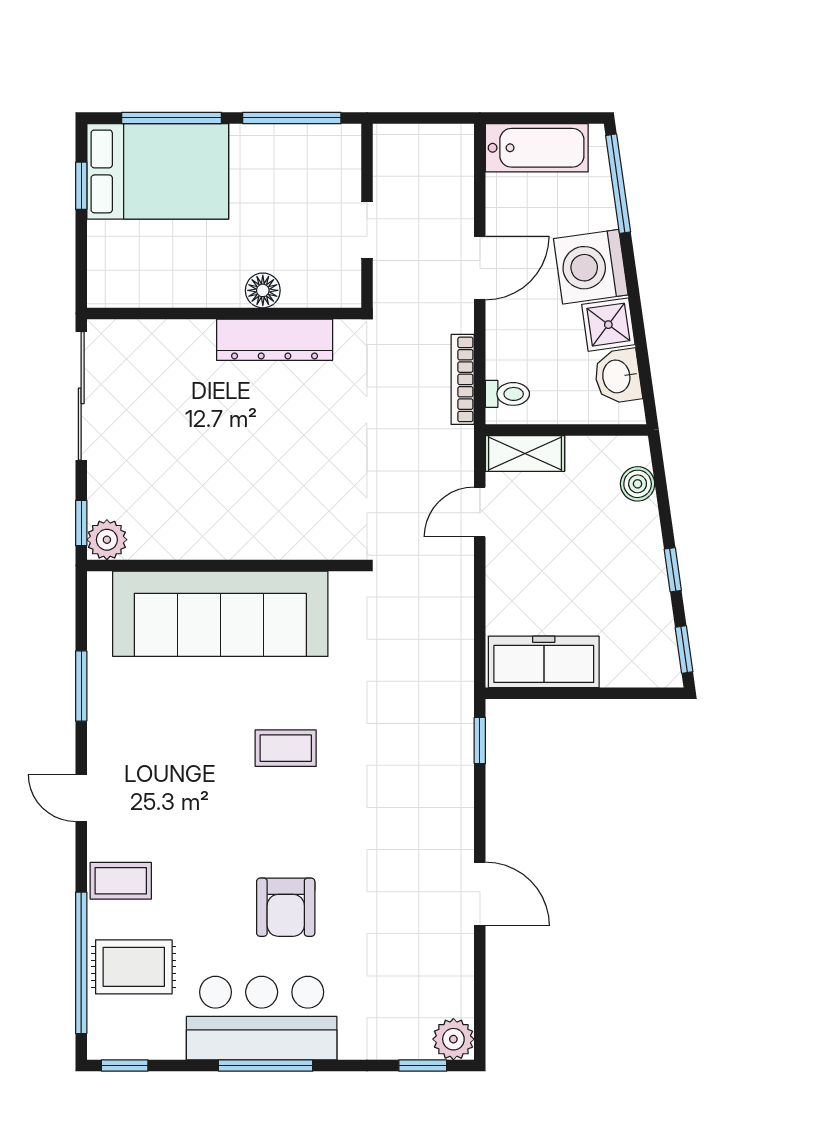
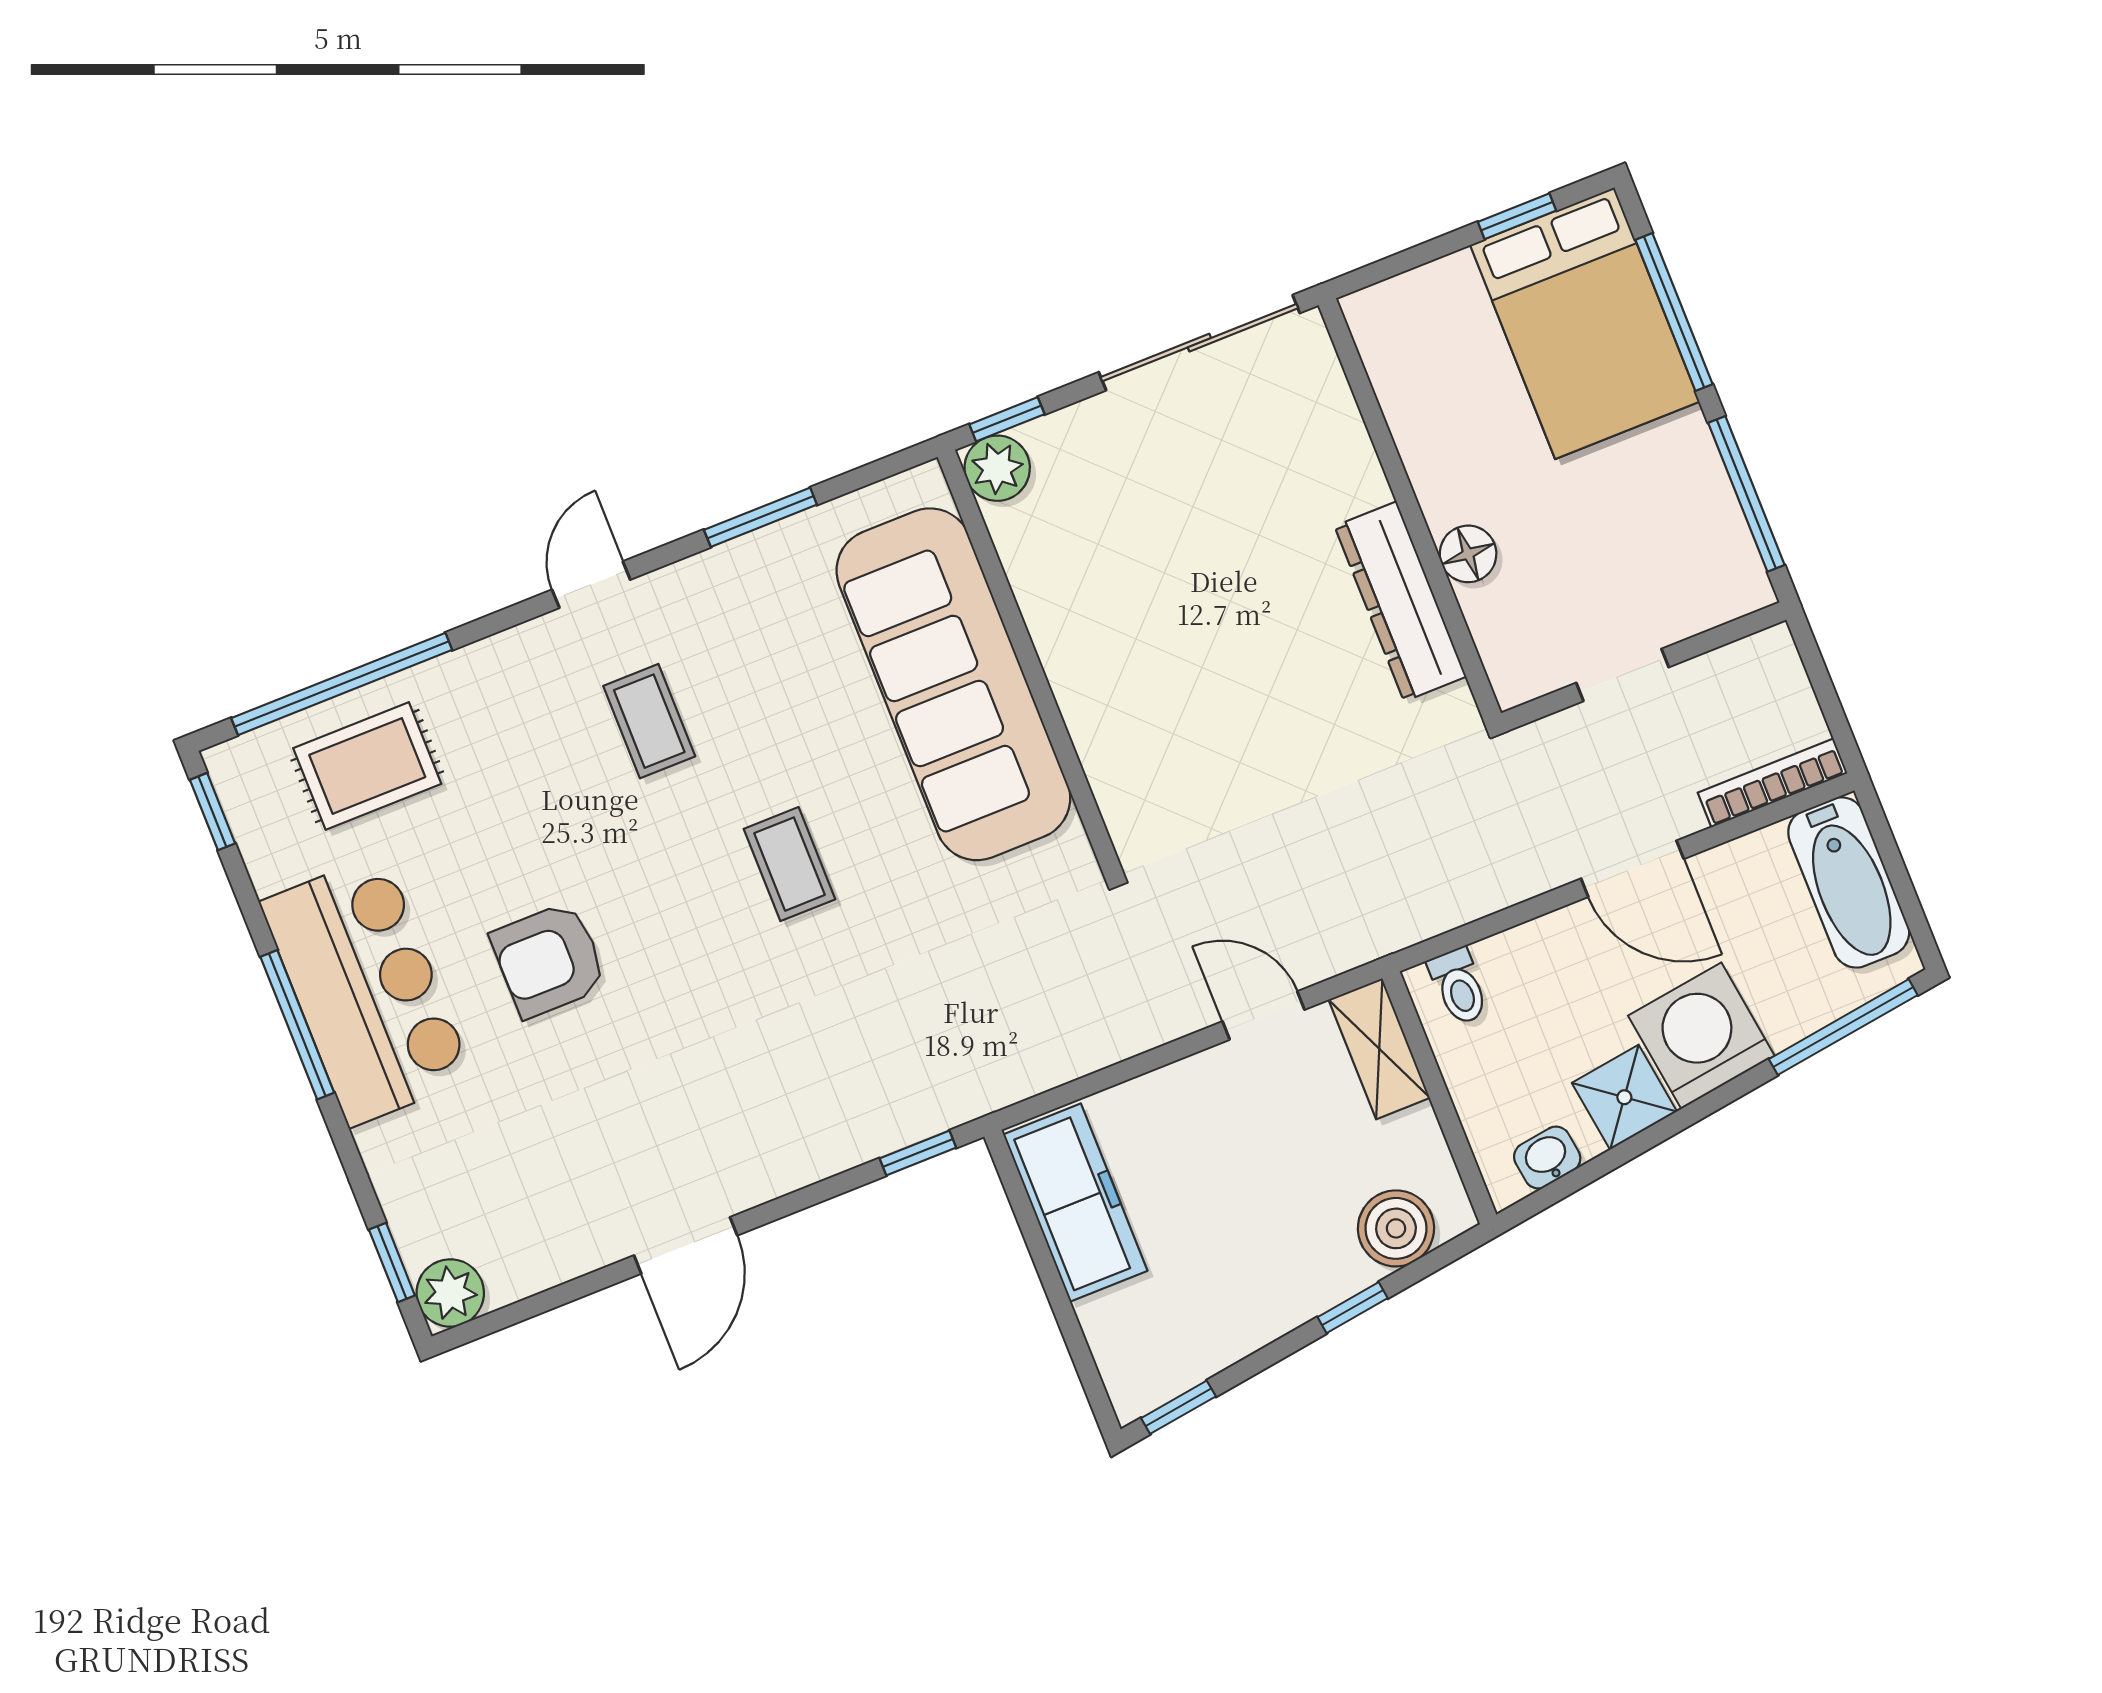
washbasin: (618, 376) -> (1547, 1158), width x0.72, depth x0.69
bookcase: (463, 379) -> (1773, 783), moved
boiler: (638, 484) -> (1396, 1228), width x1.36, depth x1.36
window: (673, 570) -> (1353, 1308), moved
coffee table: (121, 881) -> (649, 721), moved
rug: (134, 967) -> (367, 766), turned 90

